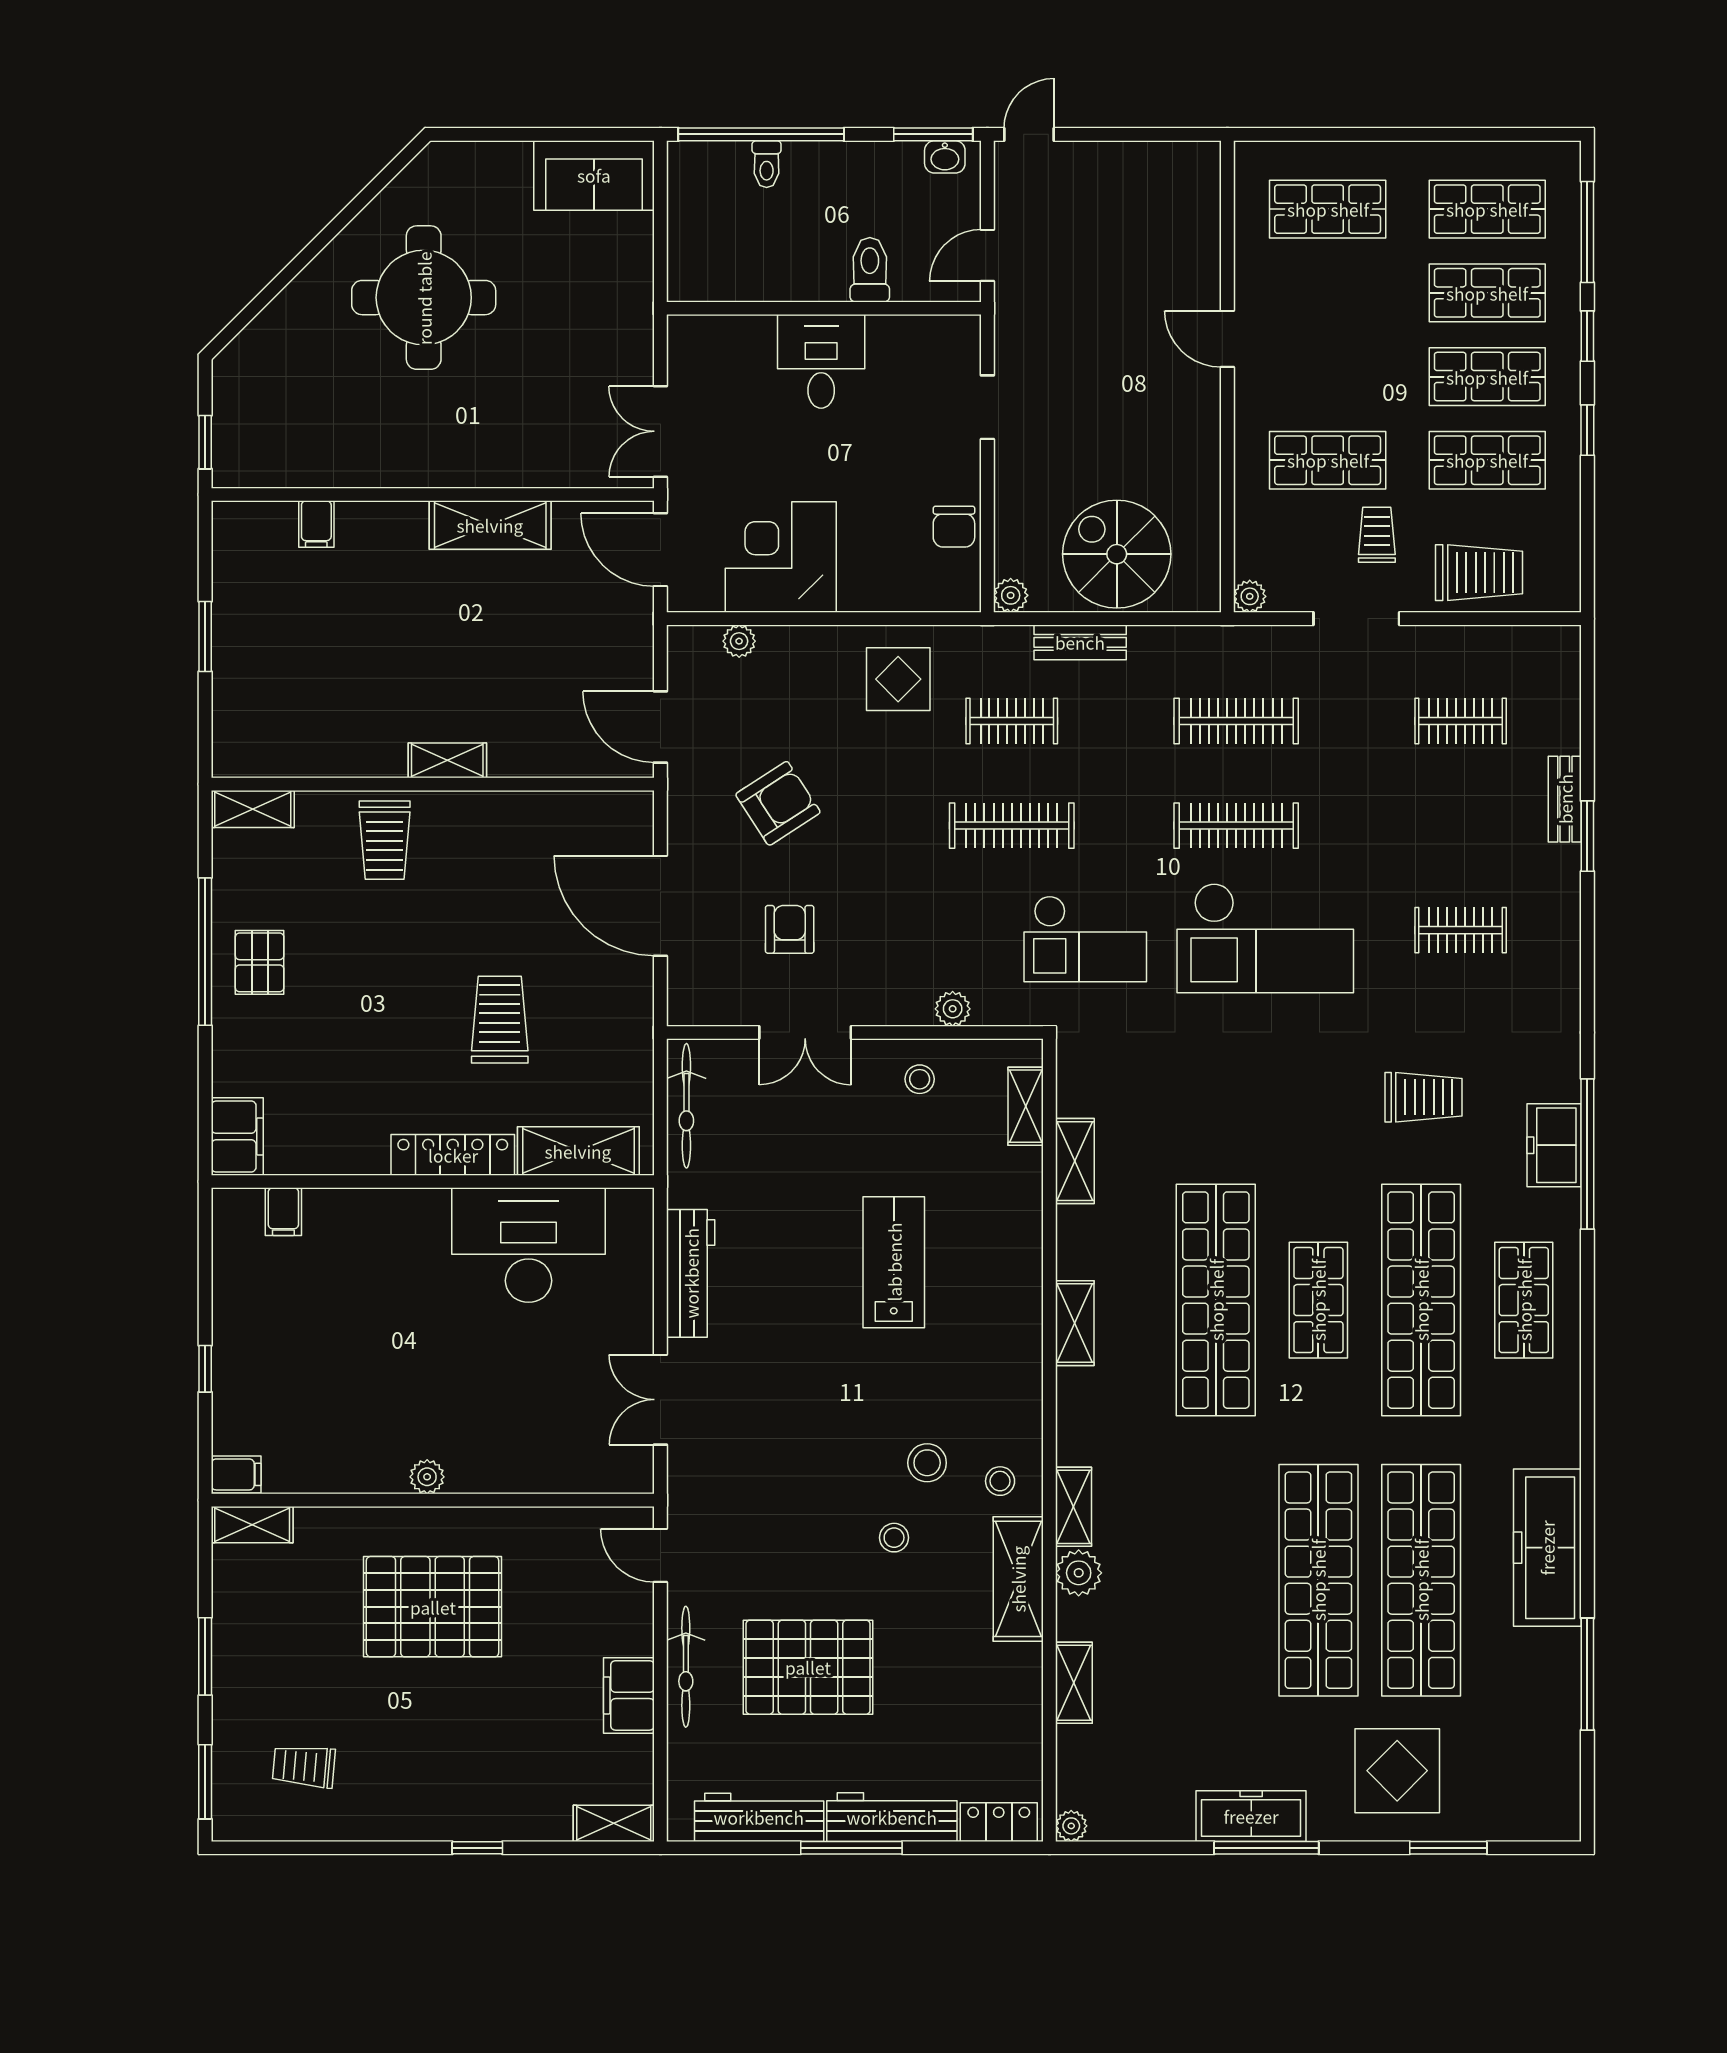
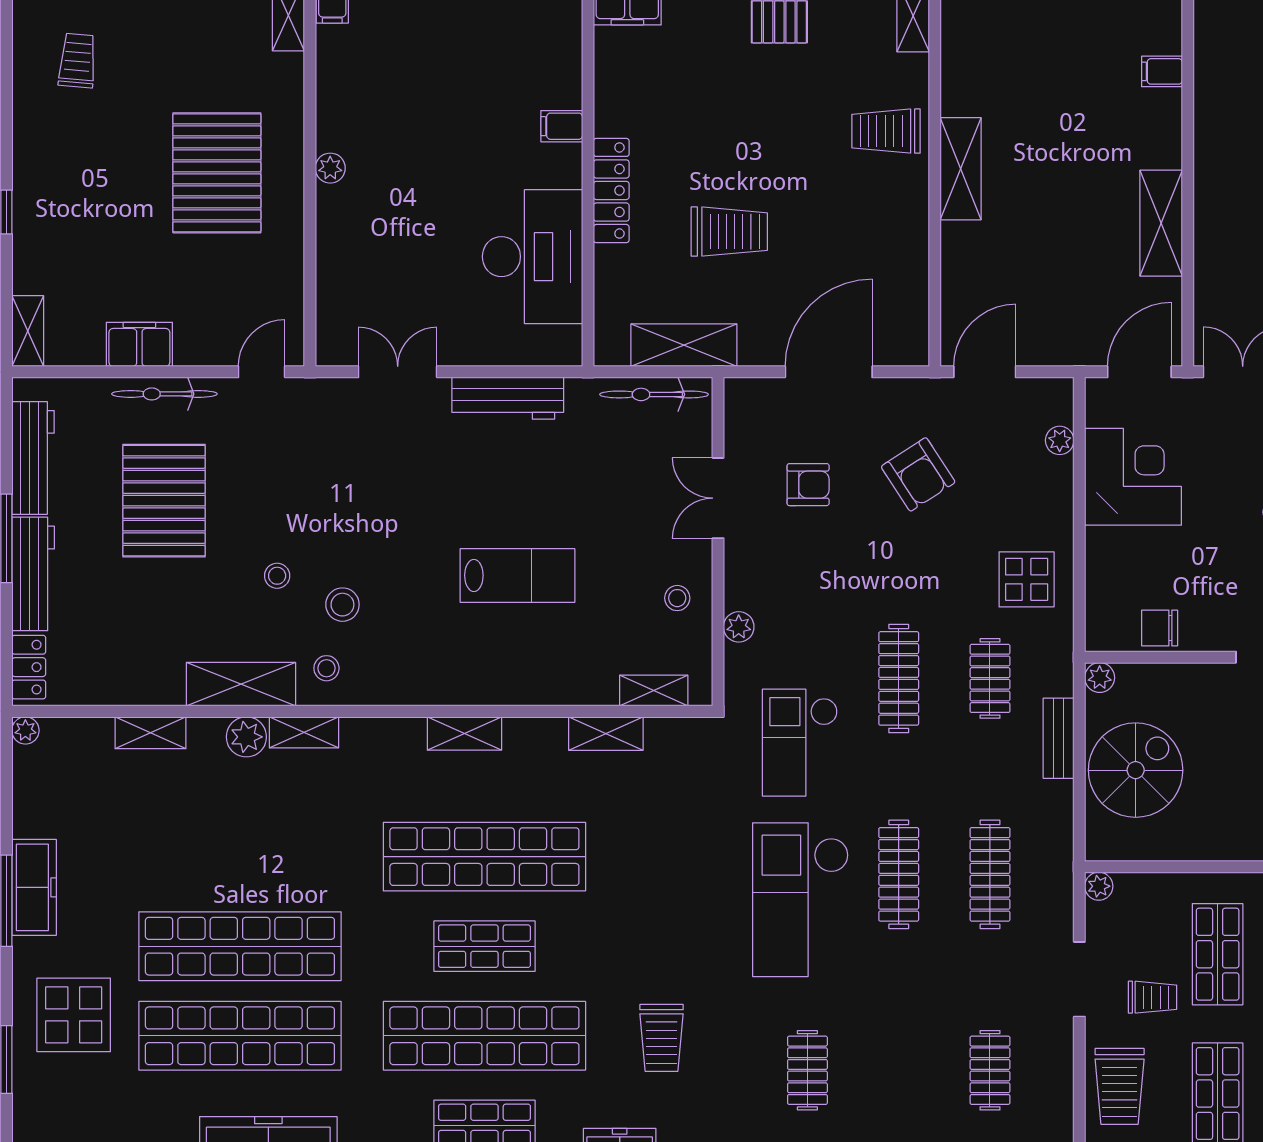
shelving: (447, 760) -> (961, 169), width x1.50, depth x1.33
shelving: (578, 1151) -> (684, 345), moved, turned 90
filing cabinet: (283, 1212) -> (562, 126), moved

